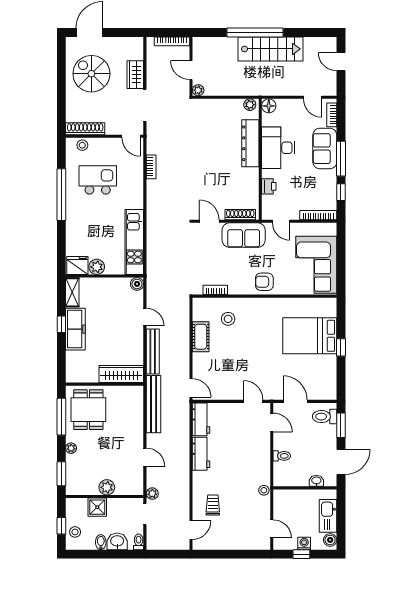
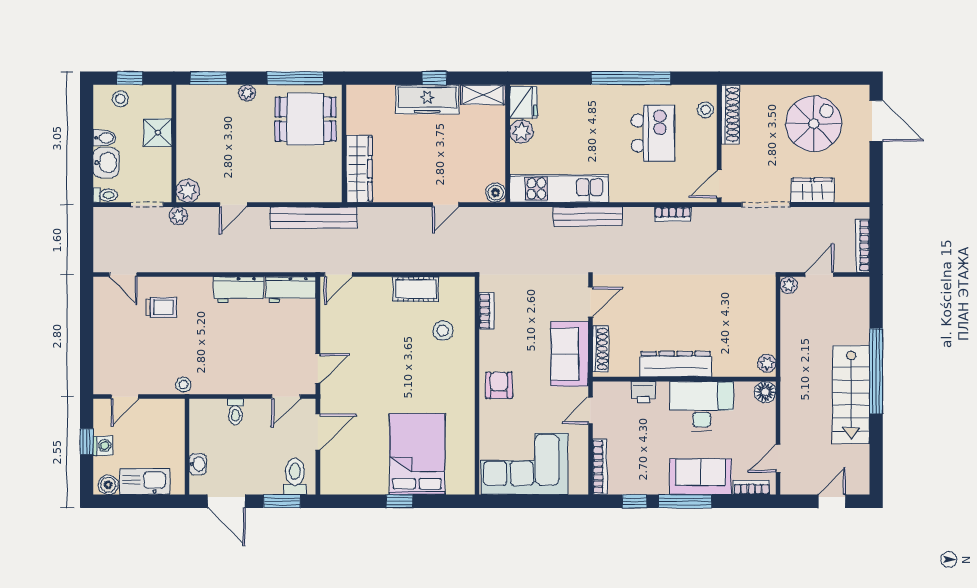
dresser: (250, 143) -> (676, 364), moved
bench: (153, 352) -> (588, 216), moved
plant: (107, 487) -> (188, 191), moved

